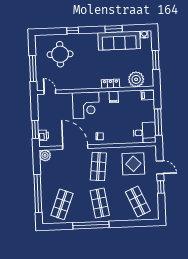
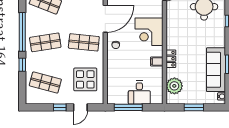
filing cabinet: (148, 95) -> (157, 97), removed
desk: (145, 133) -> (139, 93), moved
shop shelf: (138, 201) -> (45, 83), turned 39
window: (122, 224) -> (22, 65), added

